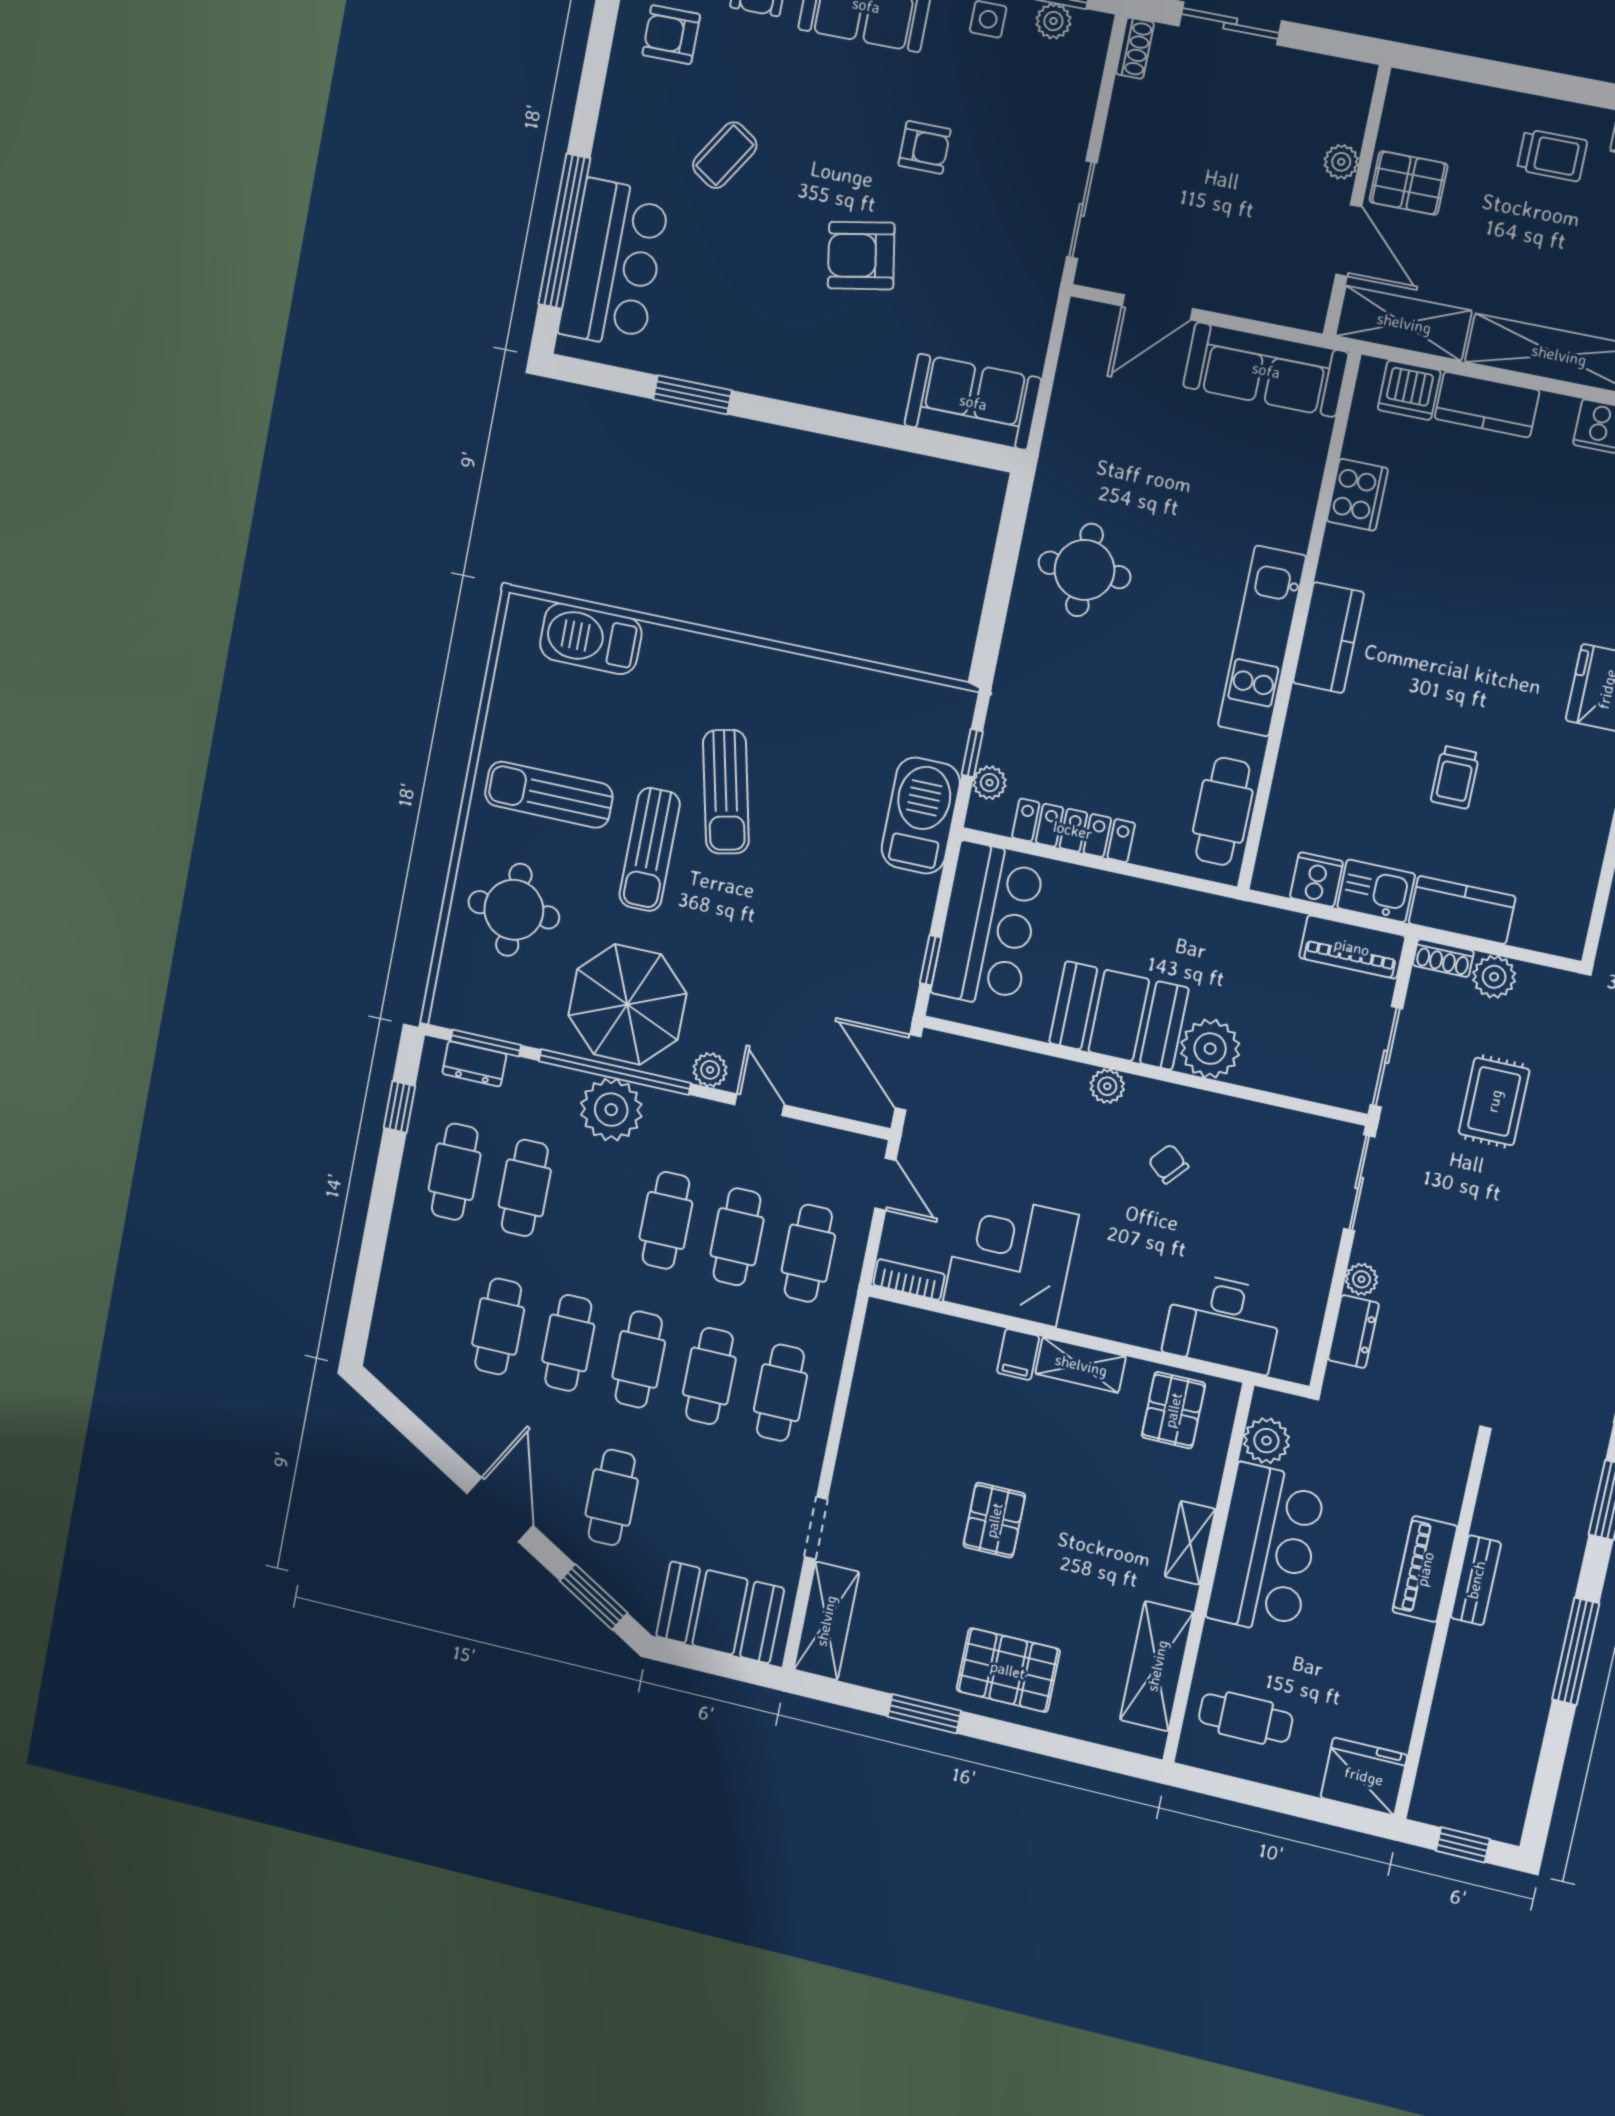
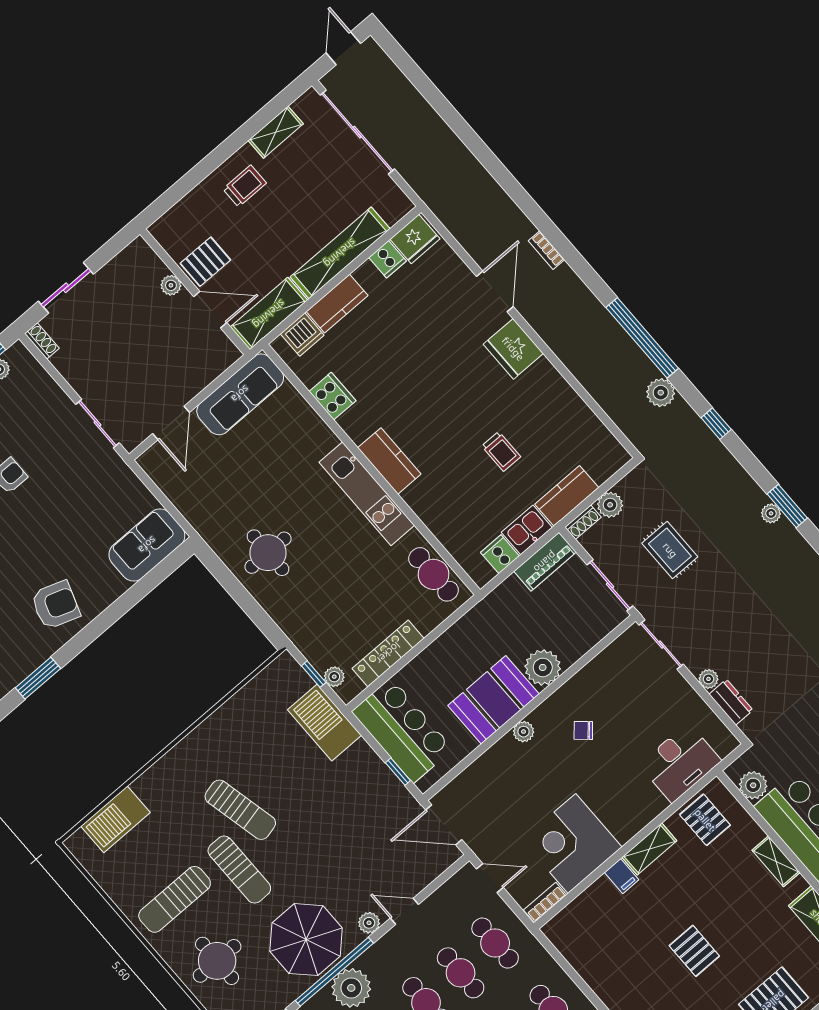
armchair: (861, 256) -> (56, 605), moved, turned -151

